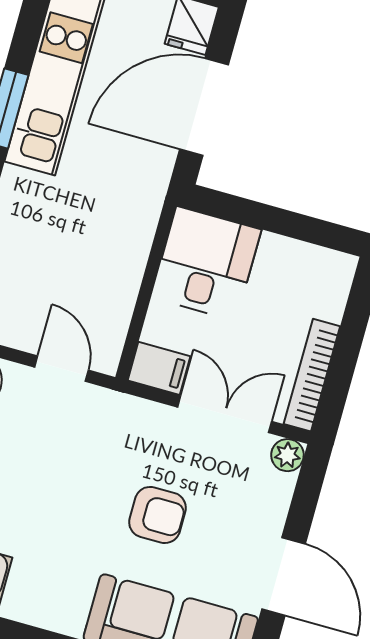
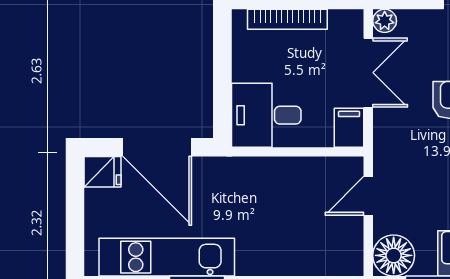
bookcase: (312, 375) -> (287, 19), moved
double door: (225, 414) -> (368, 73), swing flipped

